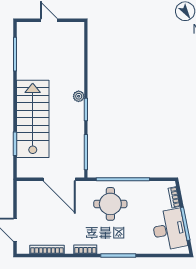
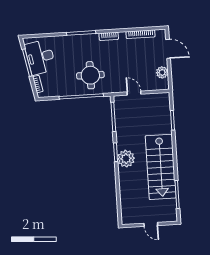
plant: (79, 96) -> (126, 159), width x1.87, depth x1.87
stairs: (33, 119) -> (161, 167), moved
door: (59, 179) -> (134, 93), width x0.53
plant: (24, 202) -> (162, 72), added

